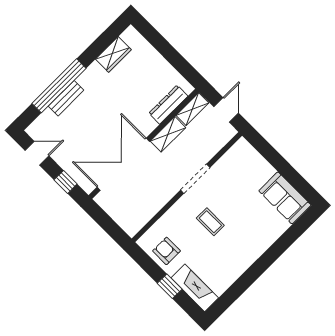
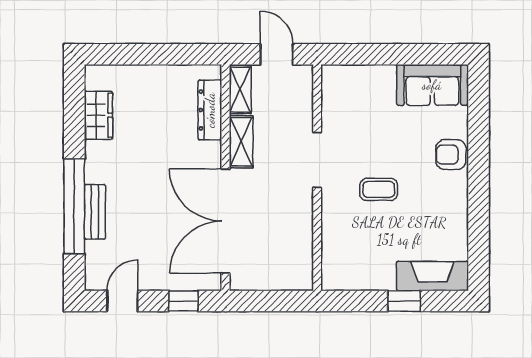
armchair: (166, 251) -> (451, 155), moved

